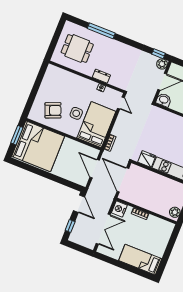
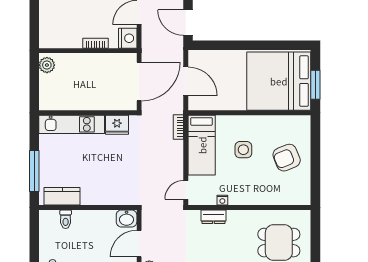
dresser: (101, 76) -> (213, 217), moved
door: (121, 103) -> (186, 190), hinge flipped
armchair: (53, 110) -> (287, 158), moved
bed: (96, 125) -> (202, 145), width x0.67
door: (123, 180) -> (139, 82), hinge flipped

